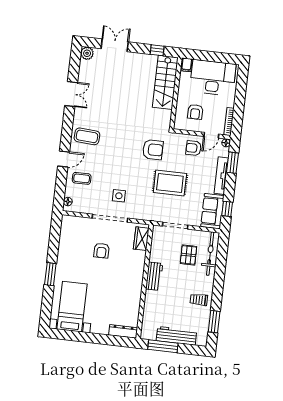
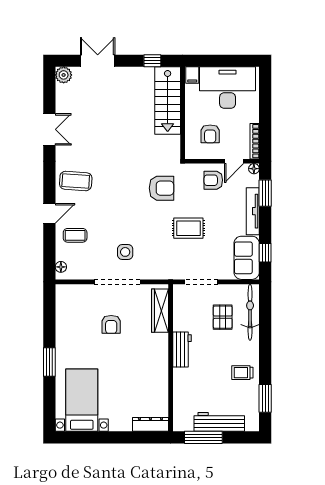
rug: (170, 183) -> (188, 228), width x0.73, depth x0.70
wardrobe: (141, 239) -> (160, 311), width x1.50

